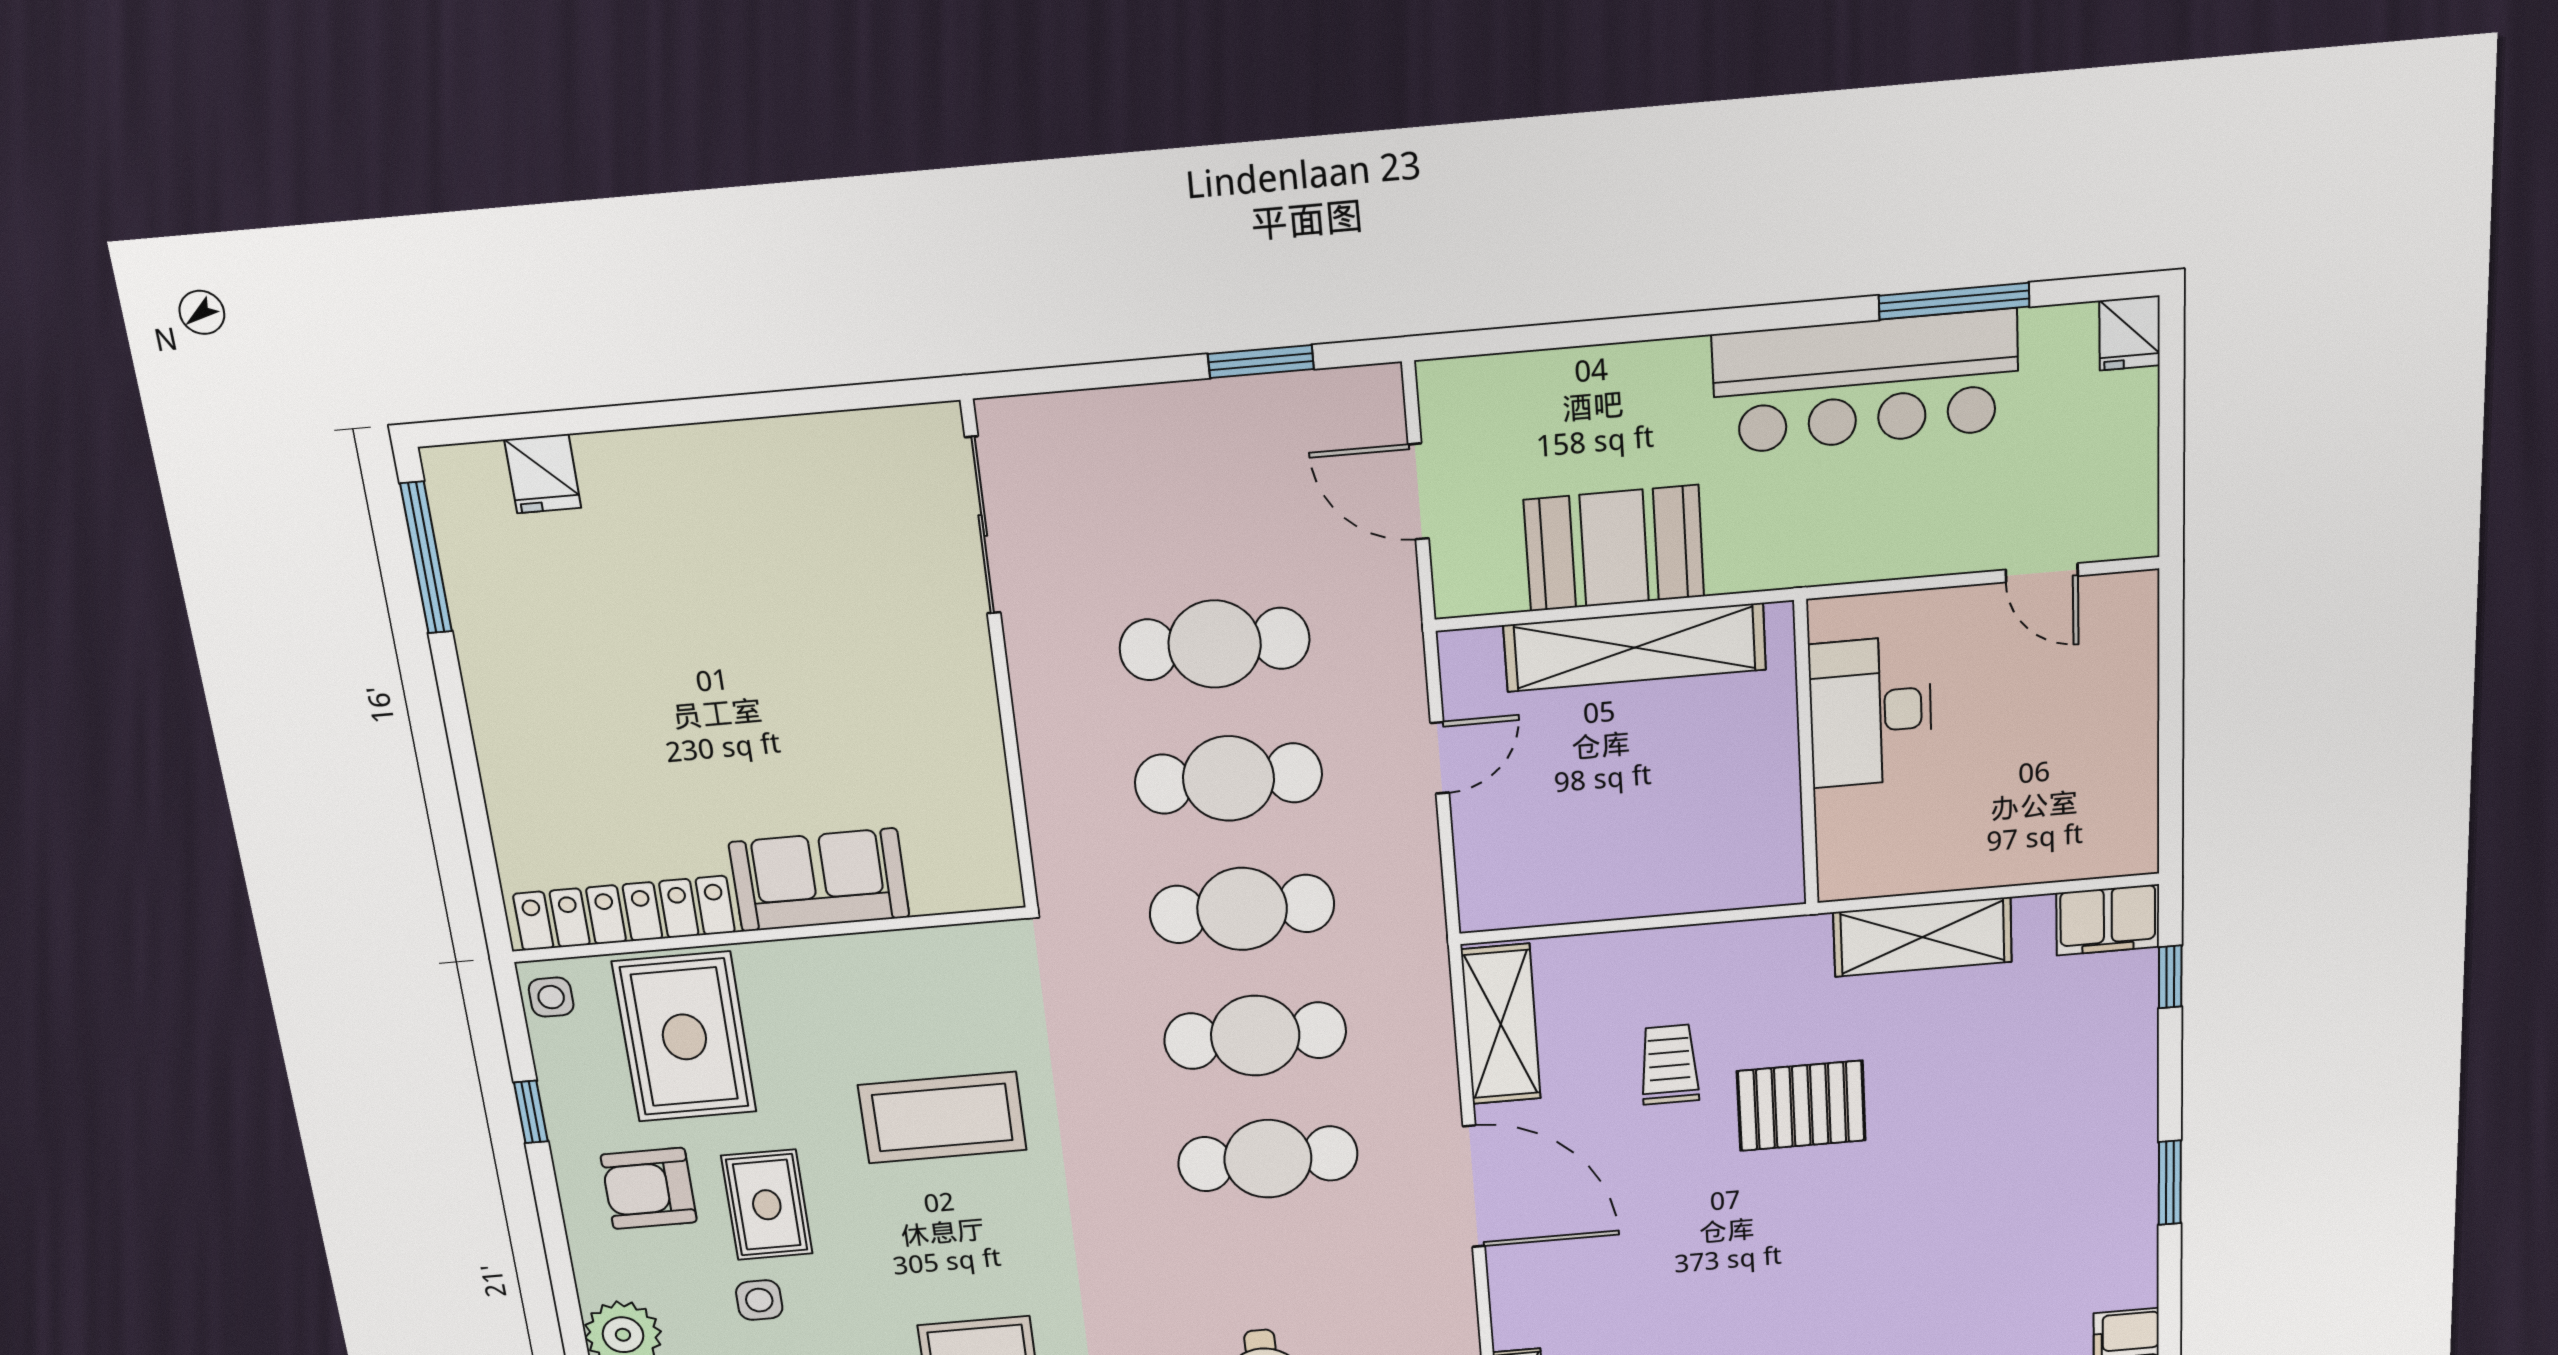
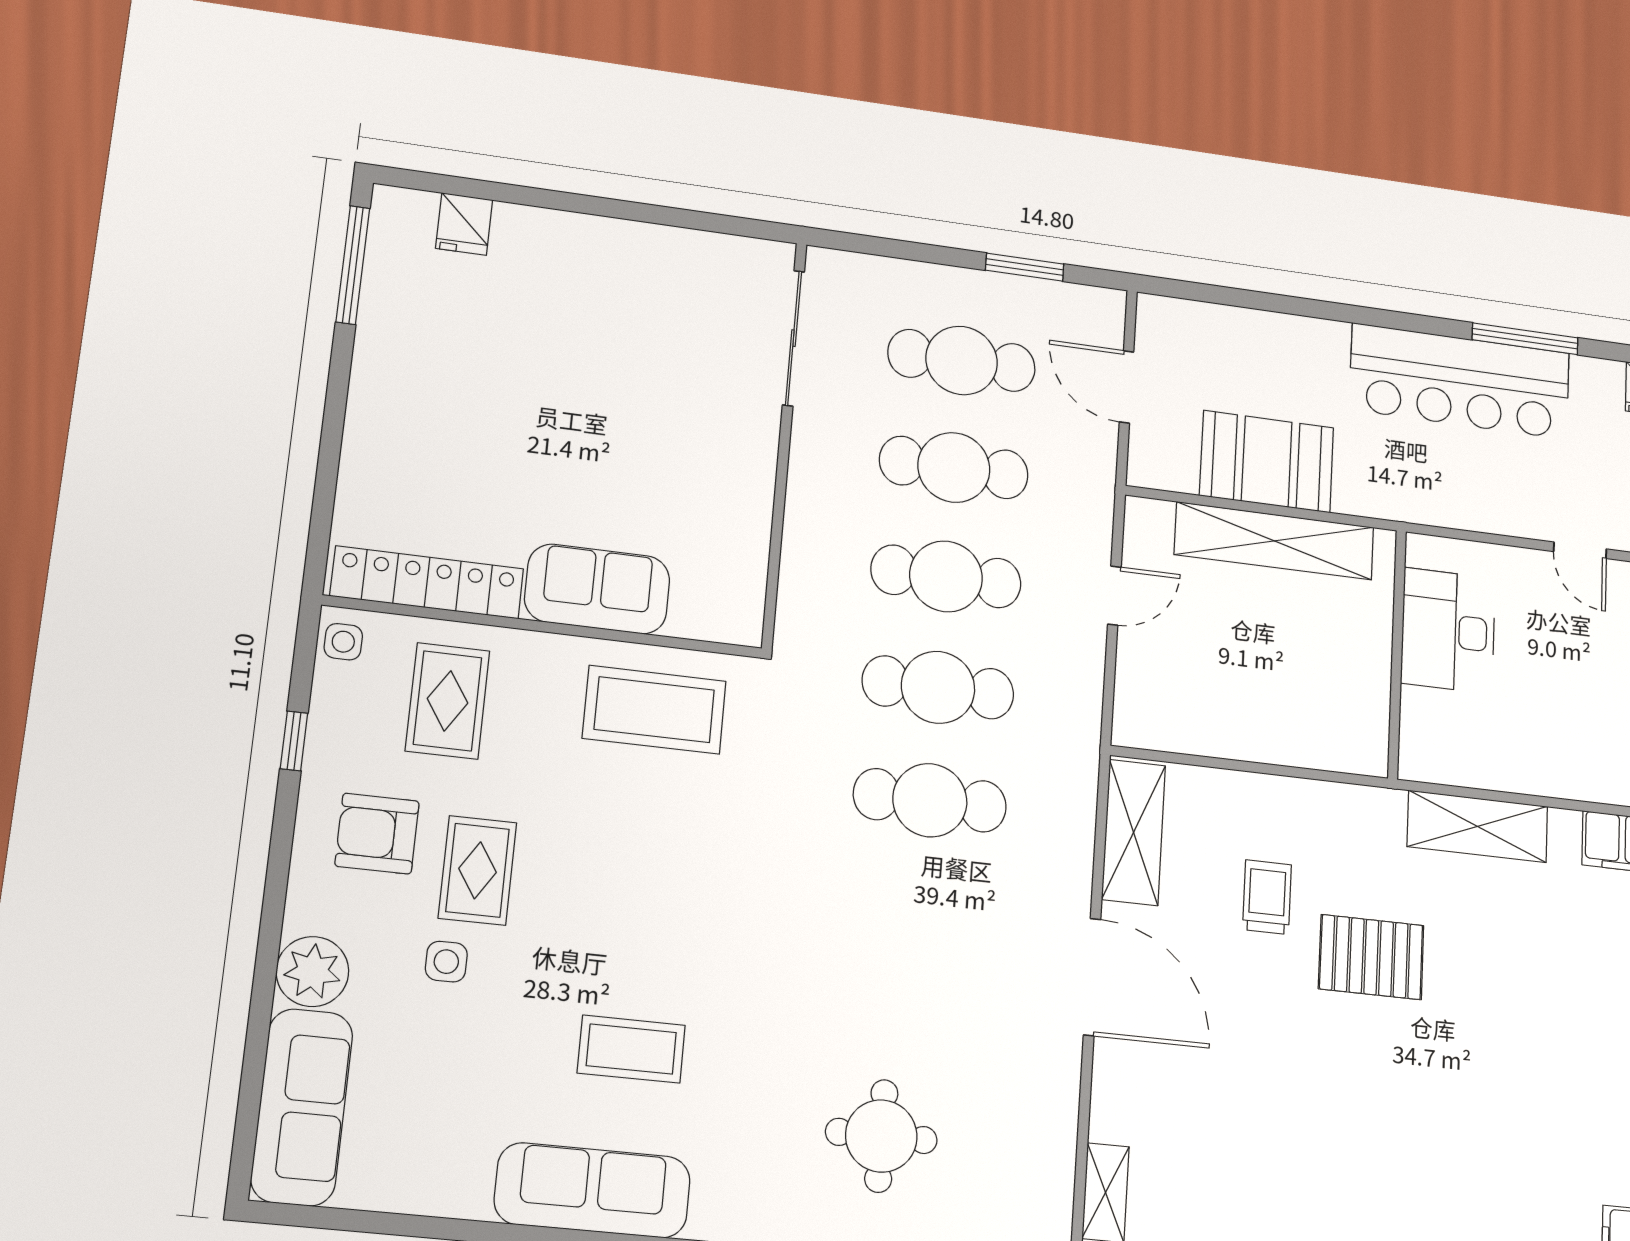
rug: (684, 1037) -> (448, 701), width x0.73, depth x0.70
coffee table: (942, 1118) -> (654, 710), moved
cafe table: (1268, 1159) -> (962, 360), moved

